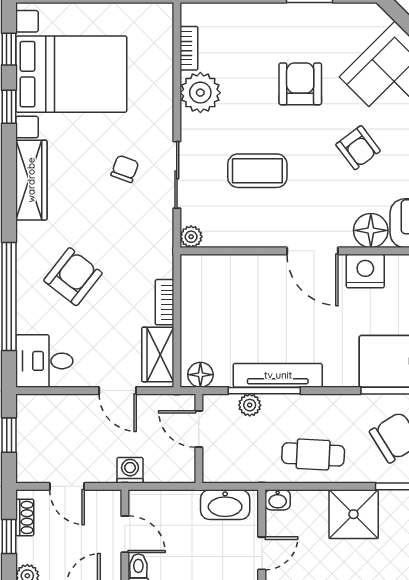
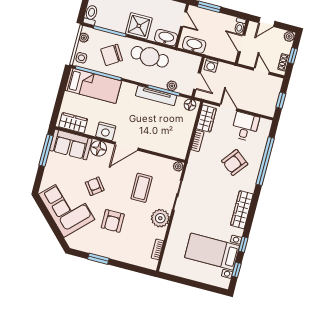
bed with nightstands: (71, 74) -> (212, 252), width x0.73
plant: (200, 93) -> (160, 218), moved
chair: (125, 169) -> (199, 204), removed
coffee table: (257, 171) -> (142, 188), turned 90
door: (312, 251) -> (127, 146), swing flipped
desk: (44, 361) -> (245, 127), moved, turned -90
cafe table: (313, 454) -> (150, 57), width x1.37, depth x1.35
washing machine: (130, 470) -> (211, 65), moved
washbasin: (278, 500) -> (166, 38), width x1.91, depth x1.45
door: (262, 553) -> (184, 19), swing flipped

